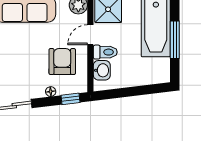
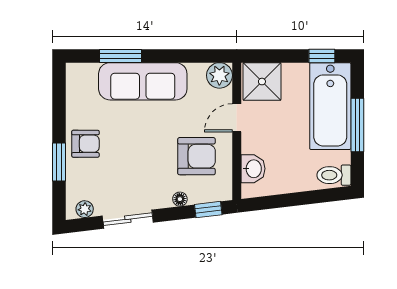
toilet: (105, 52) -> (334, 175), moved, turned 180
armchair: (62, 62) -> (196, 156), turned 90

